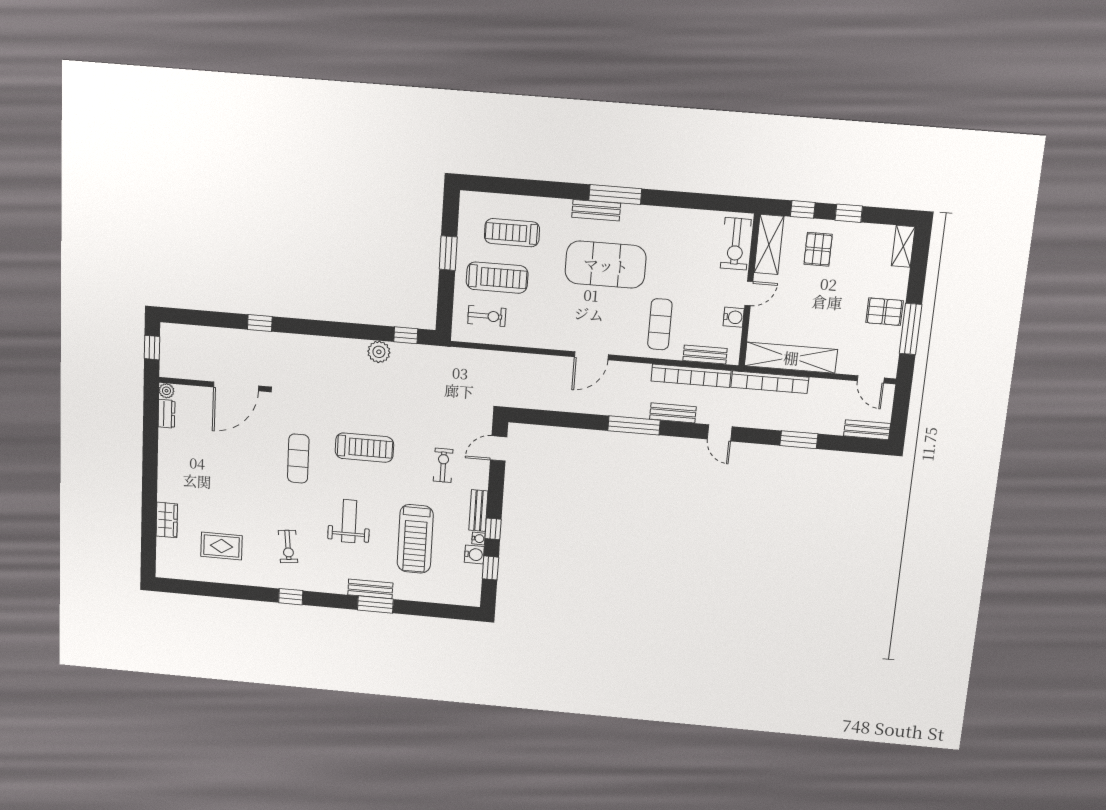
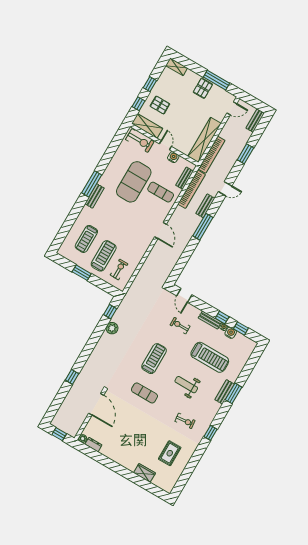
exercise mat: (606, 265) -> (134, 182), moved

